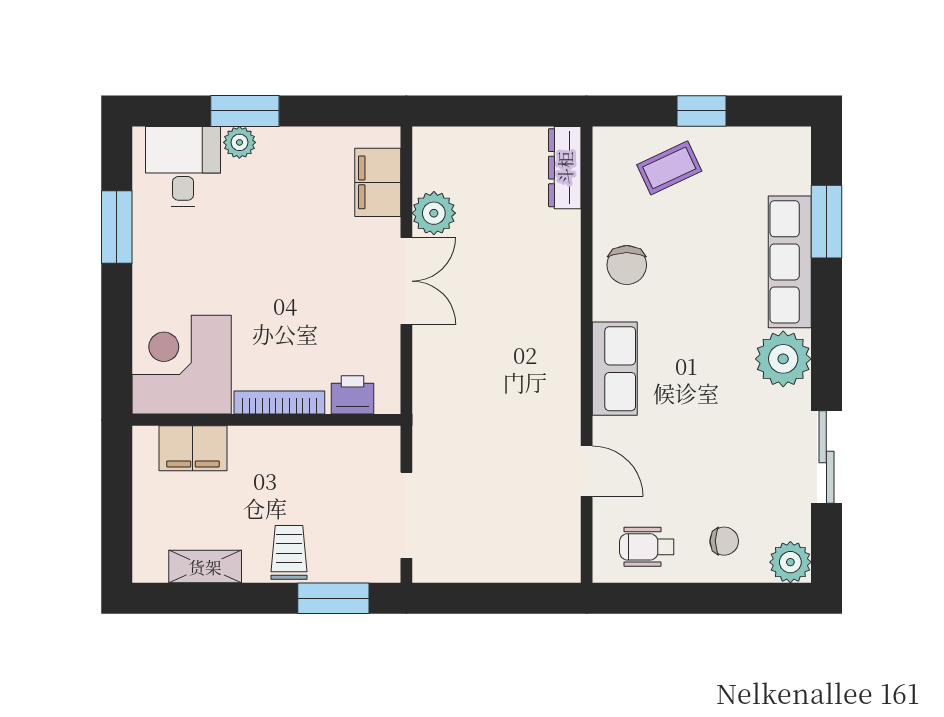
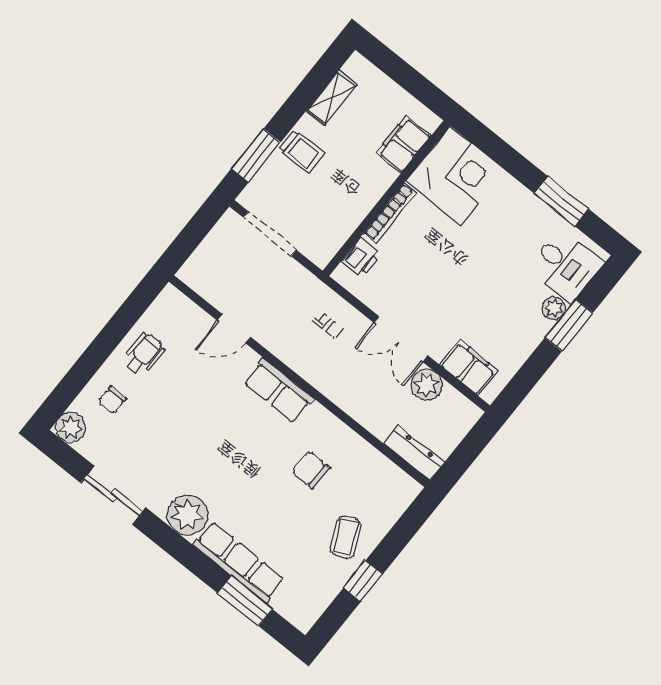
dresser: (565, 168) -> (414, 453), moved
wall: (587, 355) -> (299, 381), moved
row of seats: (615, 369) -> (279, 391), moved
door: (587, 471) -> (234, 329), moved

